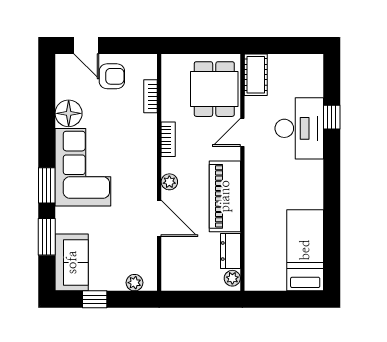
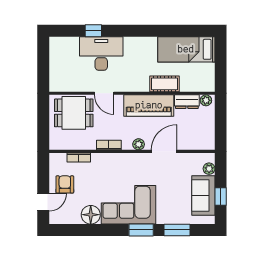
cot: (256, 75) -> (165, 84), moved
sofa: (72, 262) -> (203, 196), moved, turned -90

